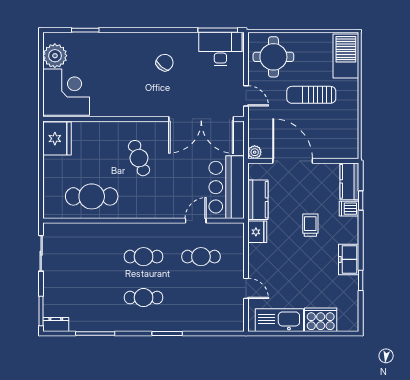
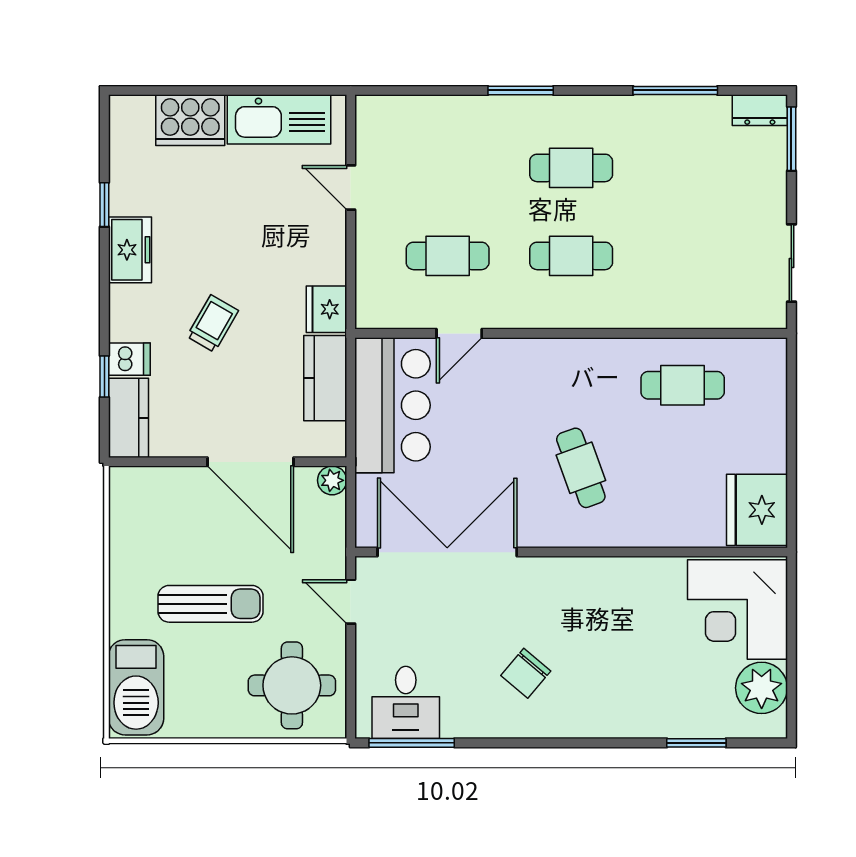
desk: (220, 49) -> (406, 702), width x0.73
cafe table: (92, 196) -> (683, 385), width x0.73, depth x0.74
trolley: (310, 225) -> (213, 324), turned -150

